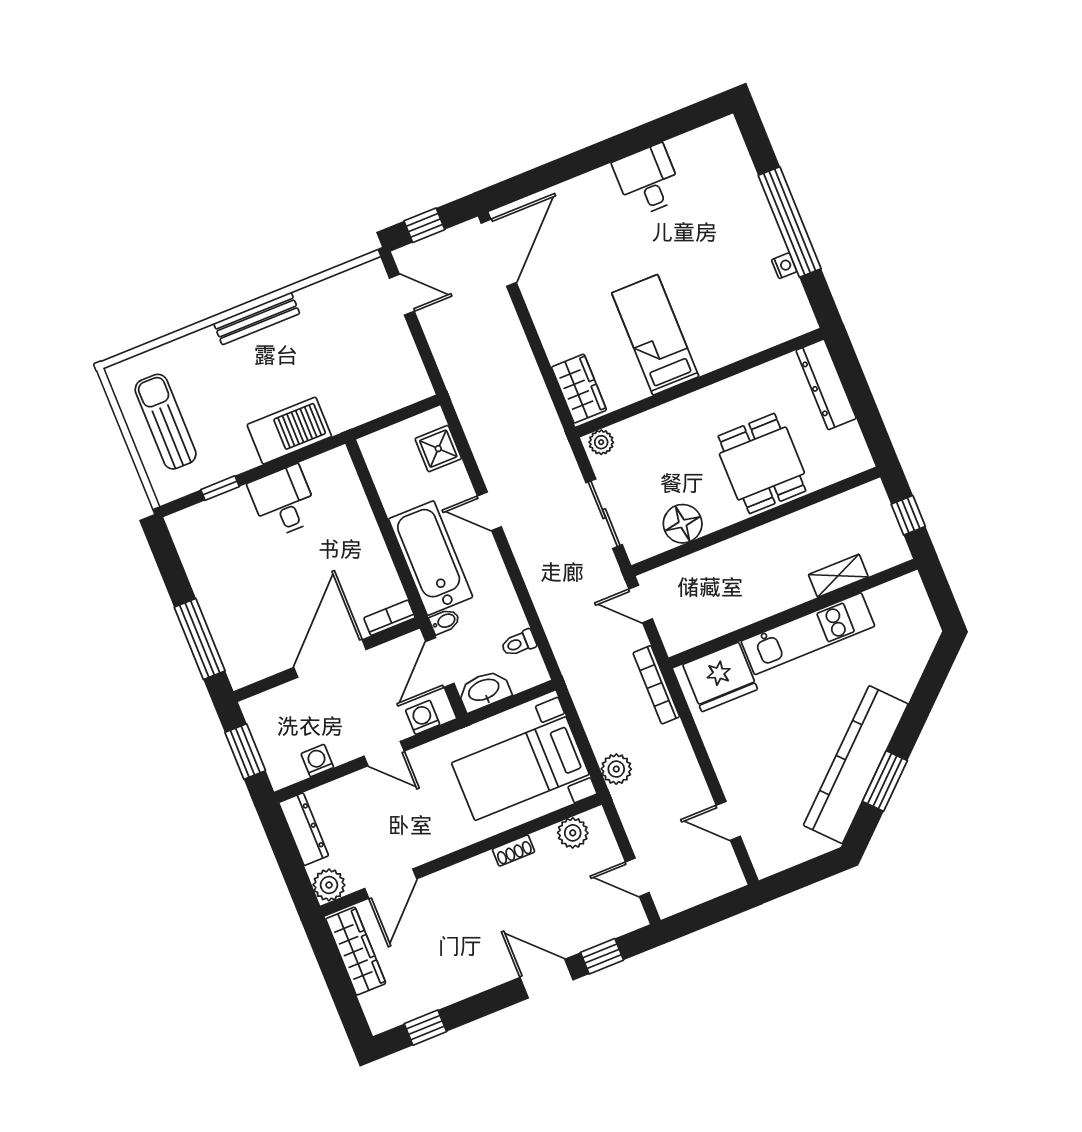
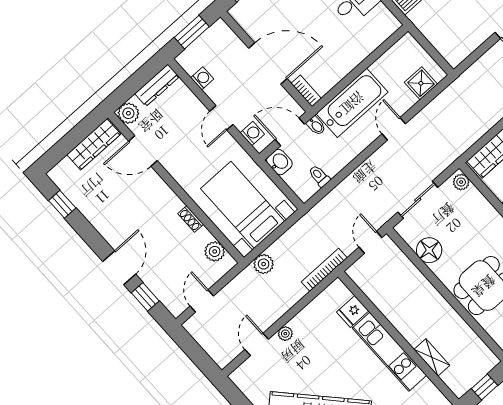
fridge: (720, 677) -> (353, 311), width x0.53, depth x0.75
washbasin: (484, 691) -> (279, 162), width x0.72
plant: (728, 774) -> (285, 334), added

